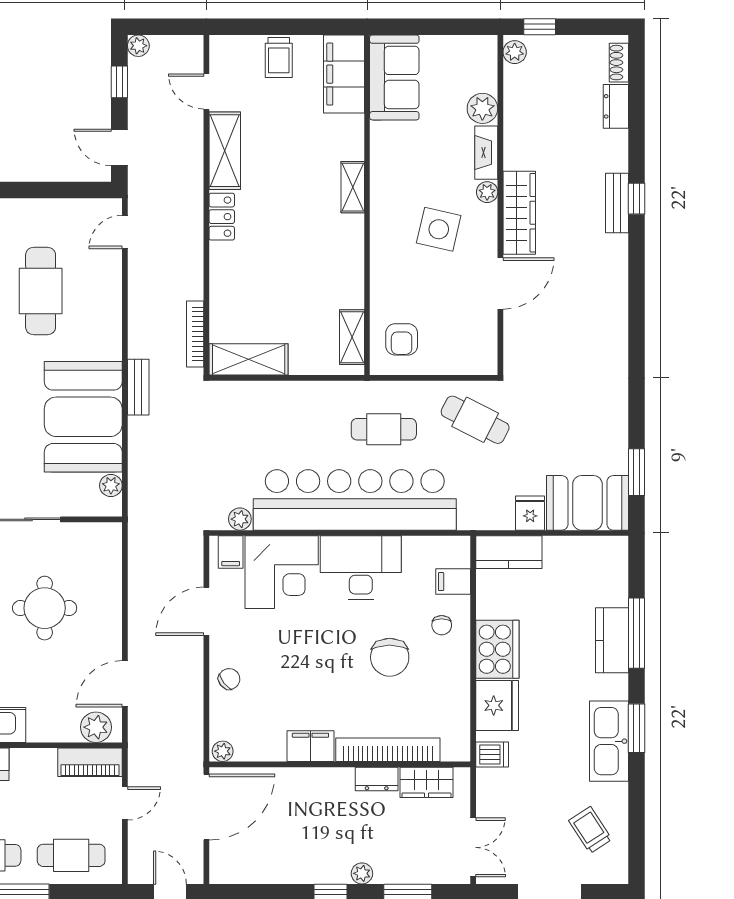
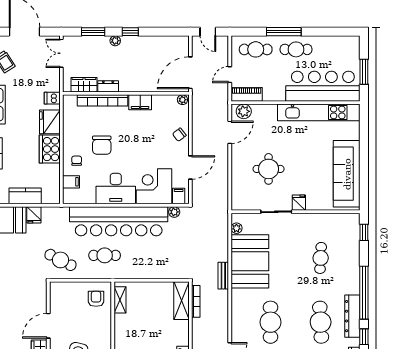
shelving: (249, 359) -> (181, 301), moved, turned 90
kitchen counter: (509, 552) -> (25, 196), moved
chair: (390, 657) -> (102, 145), turned 180

